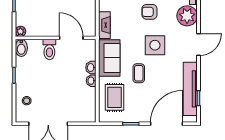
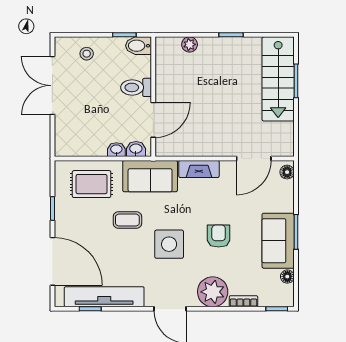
wall: (56, 38) -> (153, 97), moved
door: (71, 38) -> (153, 120), moved
bidet: (21, 48) -> (138, 46), moved
toilet: (49, 49) -> (136, 87), moved

